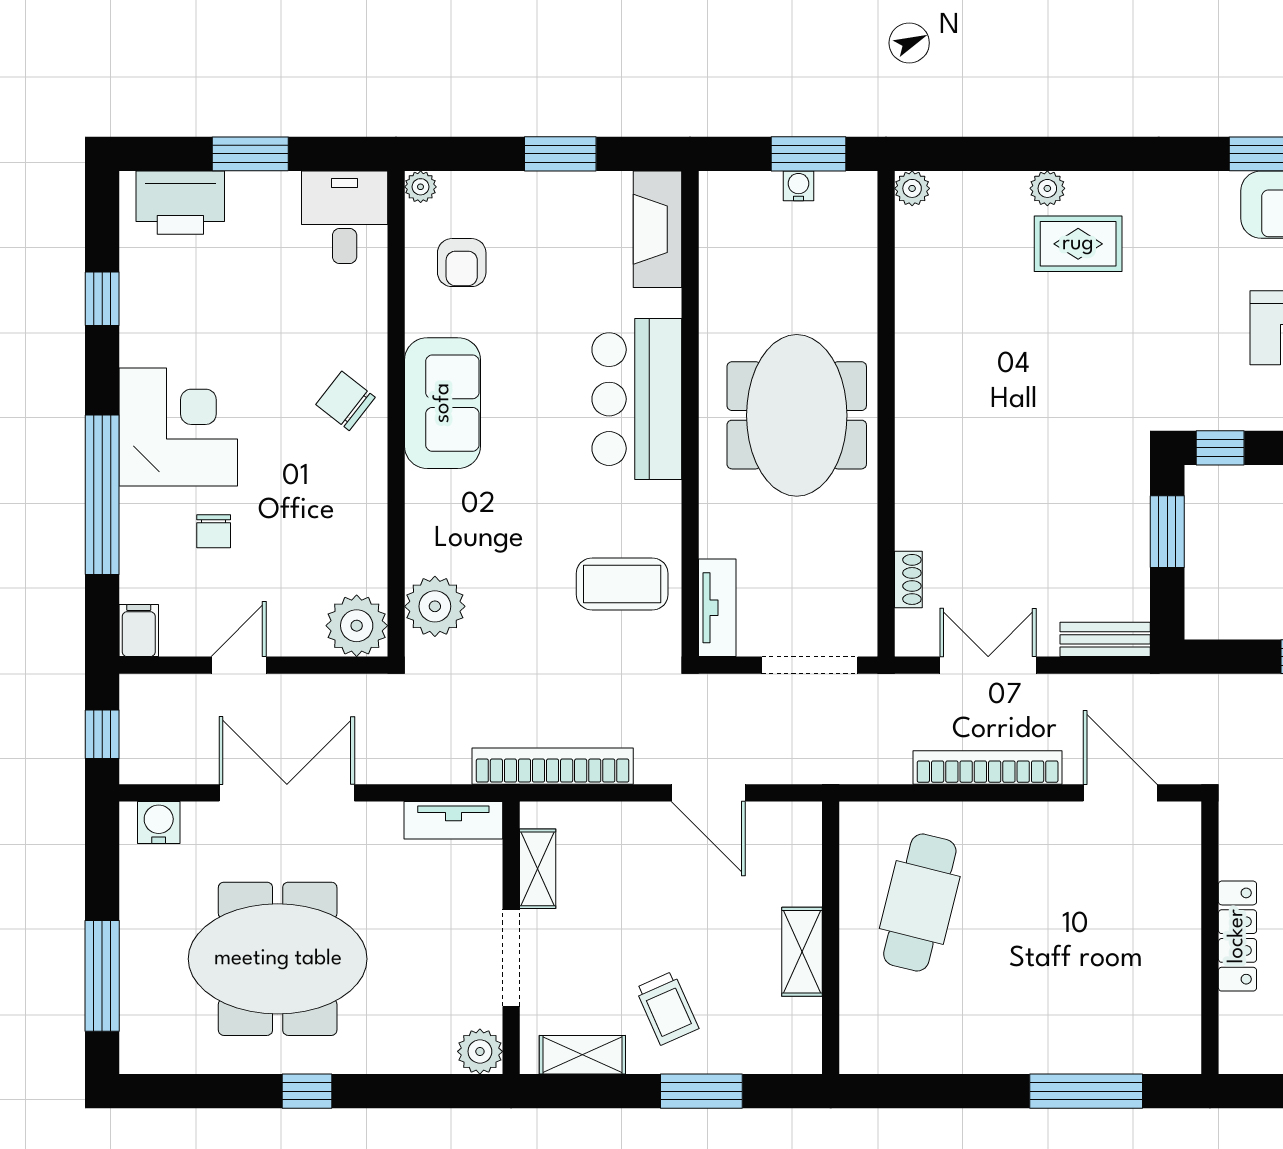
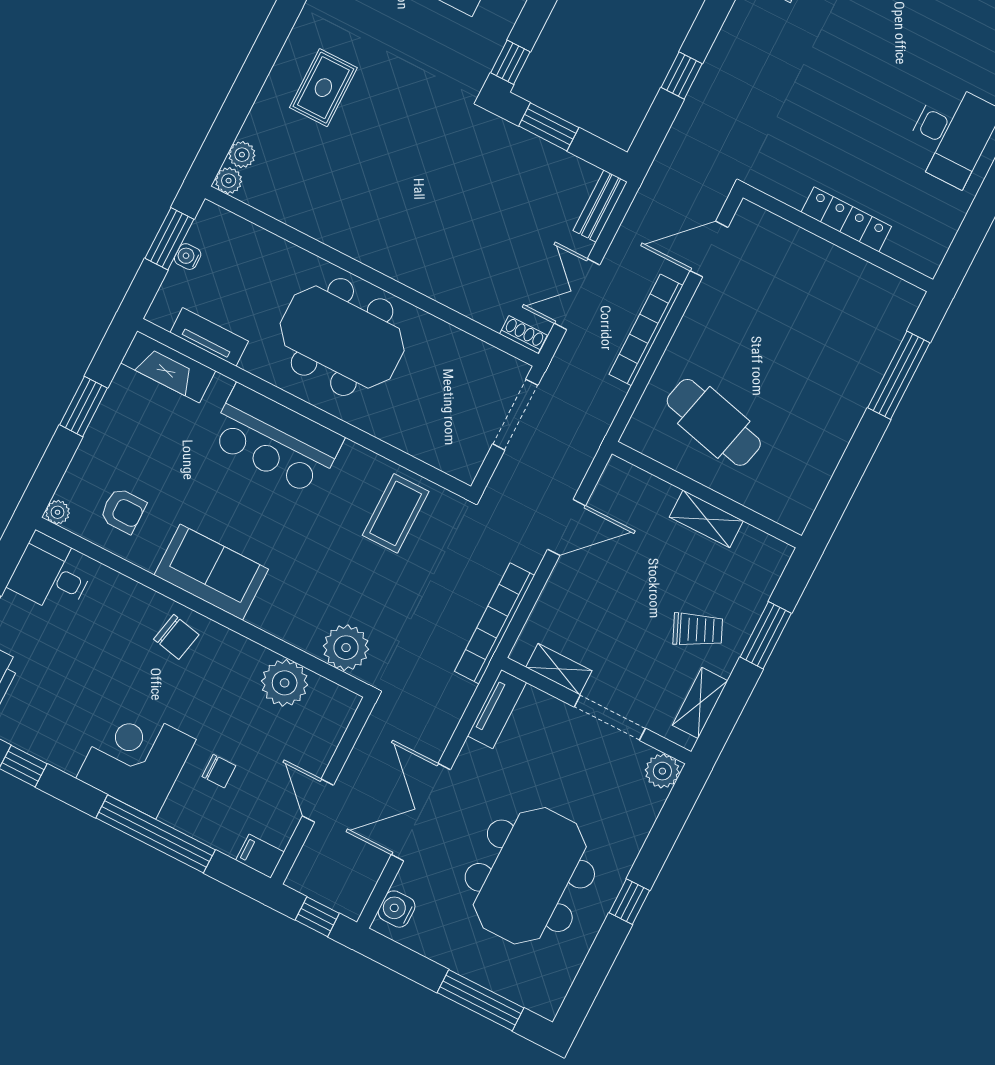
plant: (1047, 188) -> (242, 155), moved
chair: (346, 401) -> (176, 637), turned -116
shoe rack: (908, 579) -> (523, 335), moved
tv unit: (717, 608) -> (209, 337), moved
plant: (357, 626) -> (285, 683), moved

